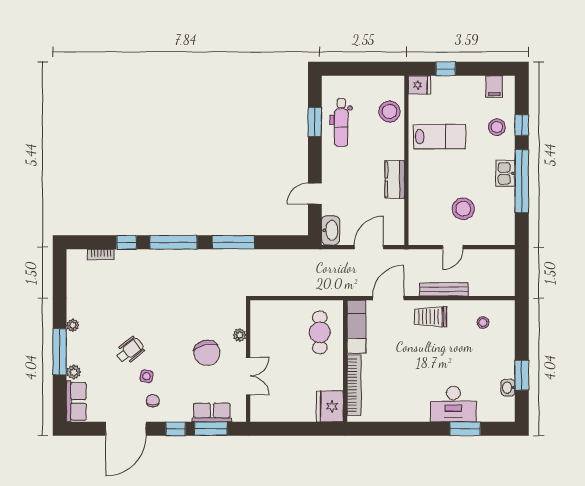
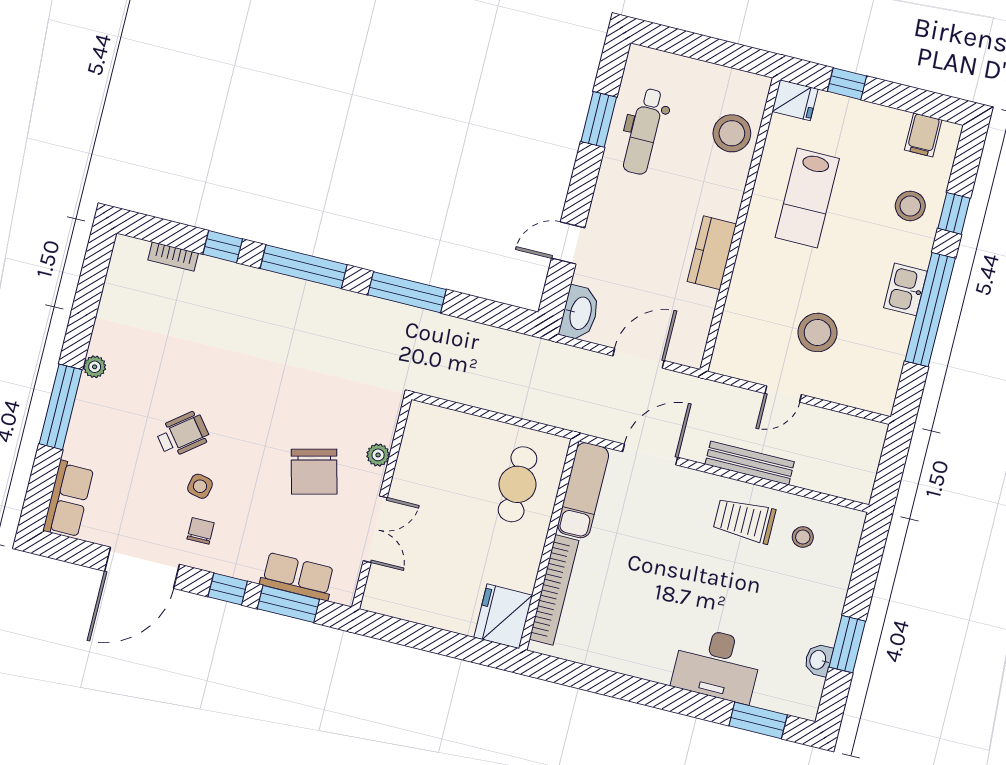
lab bench: (439, 137) -> (807, 198), turned 90
trolley: (431, 317) -> (744, 520), moved
plant: (74, 372) -> (76, 448), removed
window: (465, 429) -> (758, 720), moved

